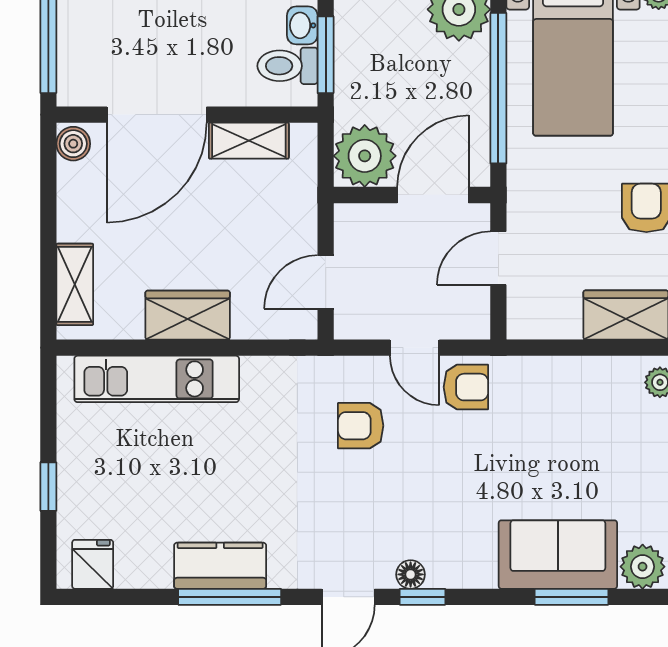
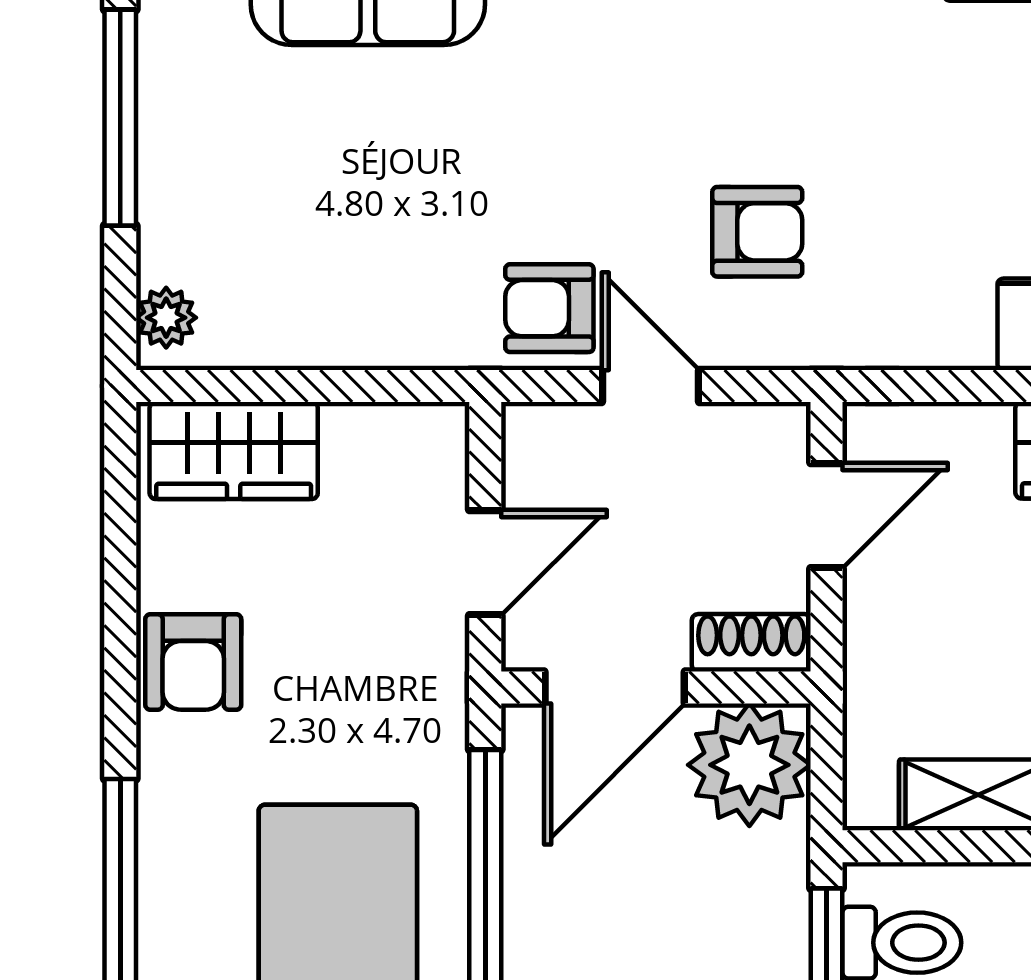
shoe rack: (364, 218) -> (751, 643), added

